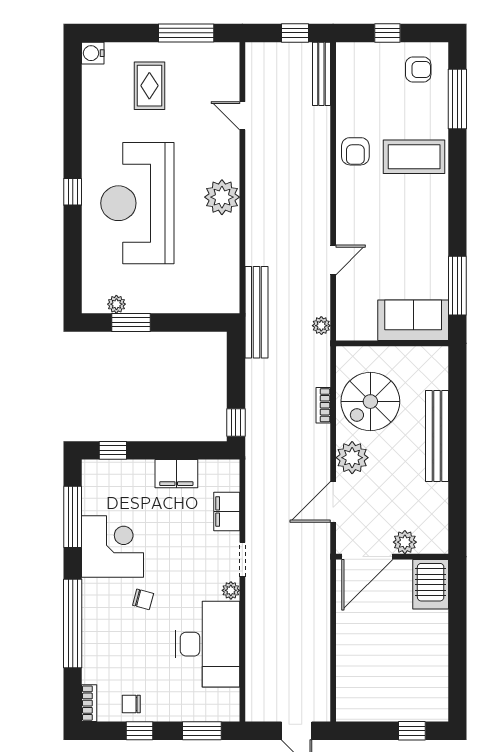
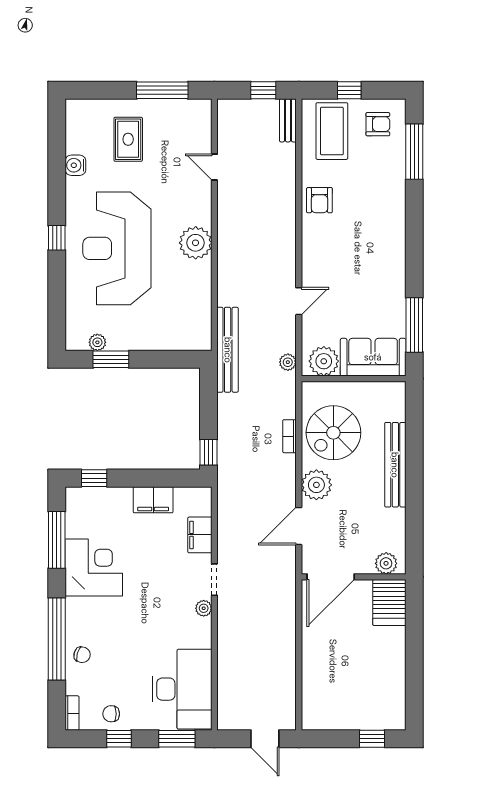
water cooler: (93, 53) -> (75, 165), moved
bench: (321, 74) -> (288, 120), width x0.73
coffee table: (414, 157) -> (332, 131), moved, turned 90
plant: (360, 325) -> (324, 361), added
plant: (405, 542) -> (386, 563), moved
chair: (143, 599) -> (82, 655), moved
desk: (207, 644) -> (182, 689), moved

